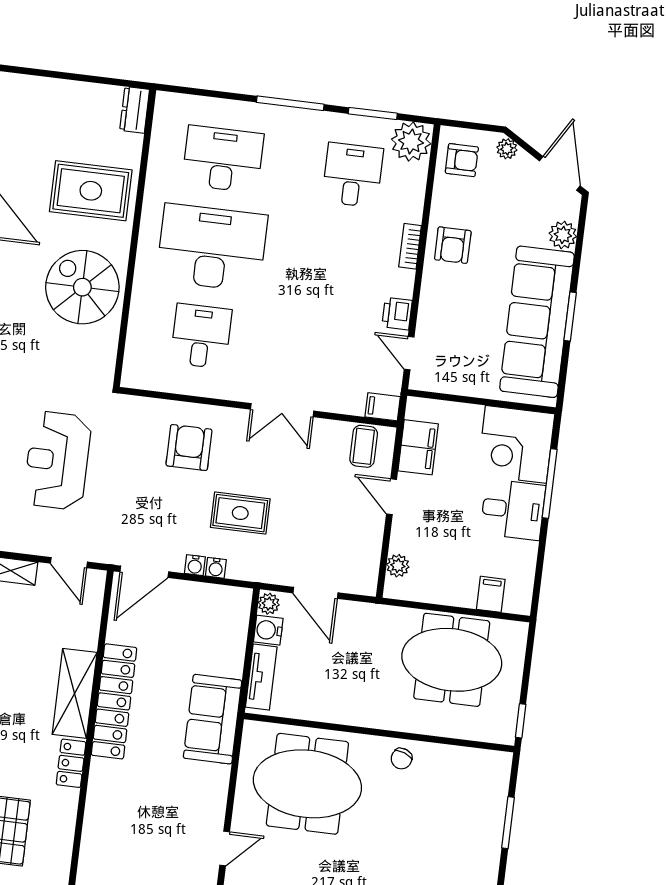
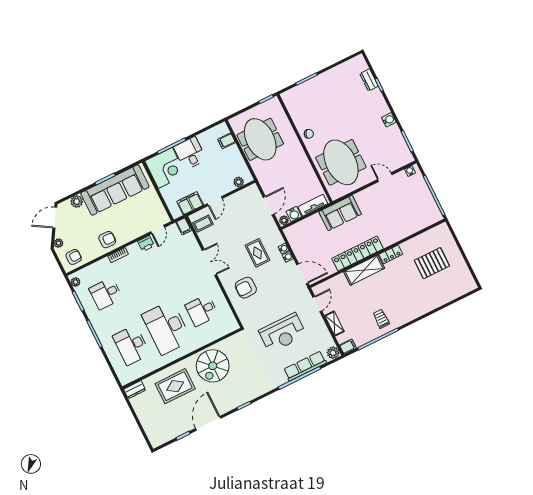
plant: (411, 142) -> (76, 282), width x0.53, depth x0.53
armchair: (462, 160) -> (74, 257), turned 90
rug: (91, 191) -> (175, 386), turned 90

